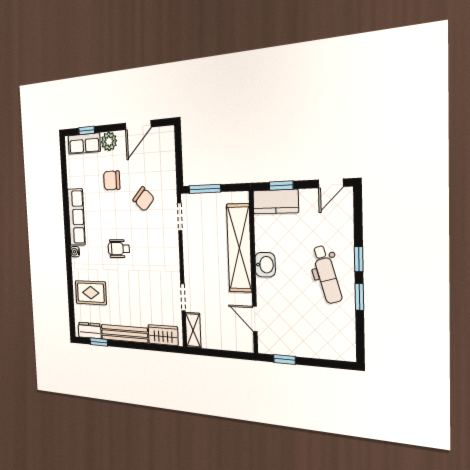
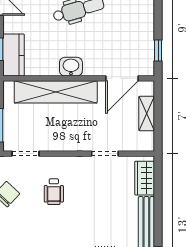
wheelchair: (119, 249) -> (54, 192), moved
door: (255, 319) -> (122, 78), width x1.38
shelving: (193, 330) -> (147, 114), moved, turned 90

